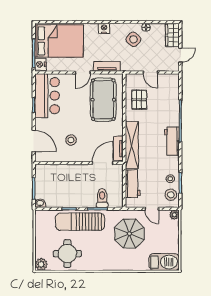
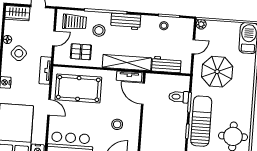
tv unit: (107, 66) -> (45, 70), moved
trolley: (168, 91) -> (74, 22), added
stool: (171, 195) -> (99, 30), moved
sun lounger: (80, 222) -> (201, 121), turned 180

